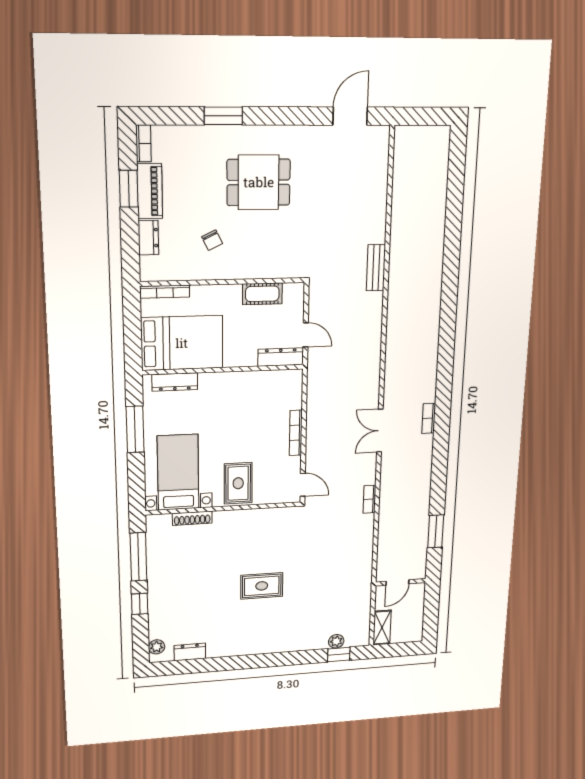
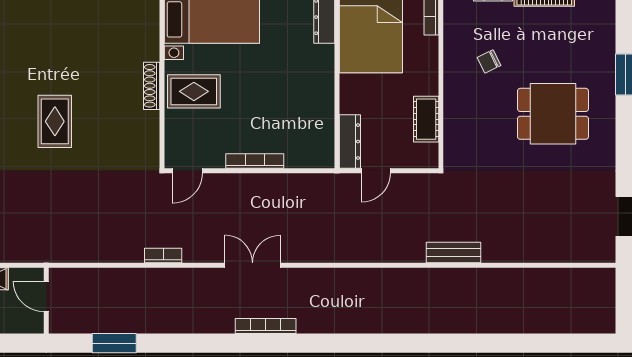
dining table: (259, 182) -> (553, 114), turned 90
bookcase: (429, 418) -> (266, 326), width x1.56
shoe rack: (192, 518) -> (152, 86), moved

